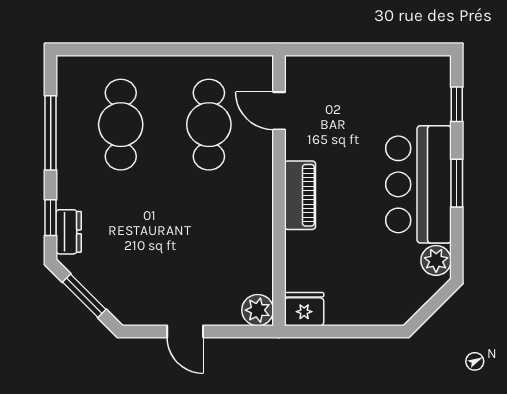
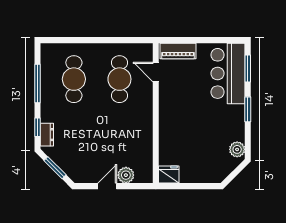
window: (457, 104) -> (248, 69), width x1.50
bar counter: (418, 184) -> (228, 73), moved
piano: (300, 195) -> (178, 51), moved, turned 90
plant: (258, 310) -> (126, 175), moved
door: (185, 331) -> (107, 186), swing flipped

